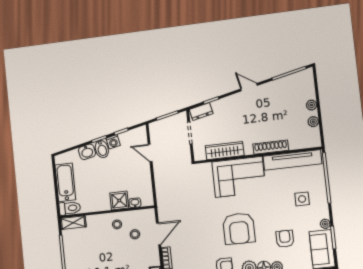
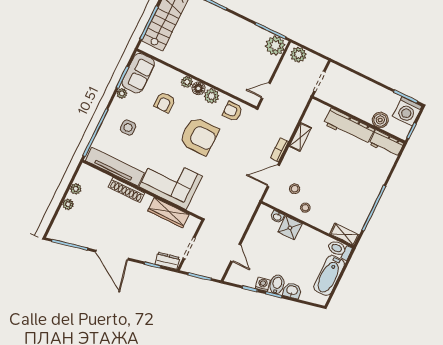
door: (249, 87) -> (112, 255), width x1.87
armchair: (239, 229) -> (199, 136), turned 90

